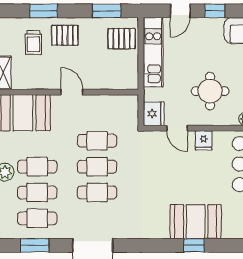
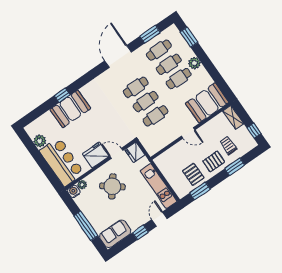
pallet: (122, 39) -> (193, 174), moved, turned 90
round table: (210, 91) -> (112, 186), turned 38
fridge: (204, 140) -> (96, 155), width x1.88, depth x1.34

